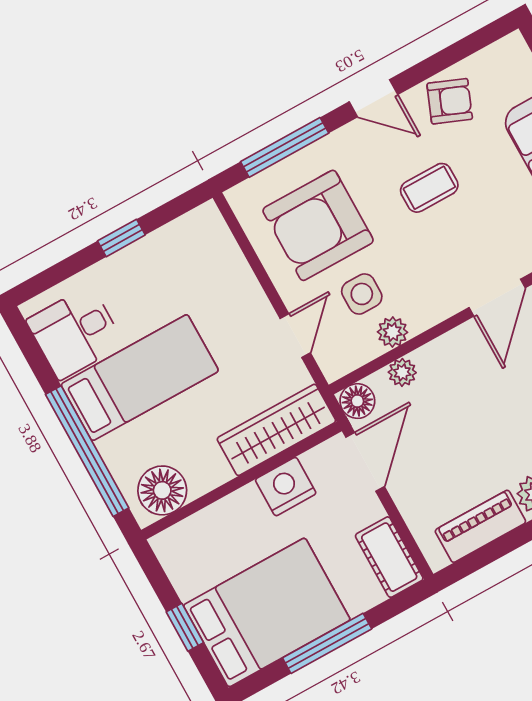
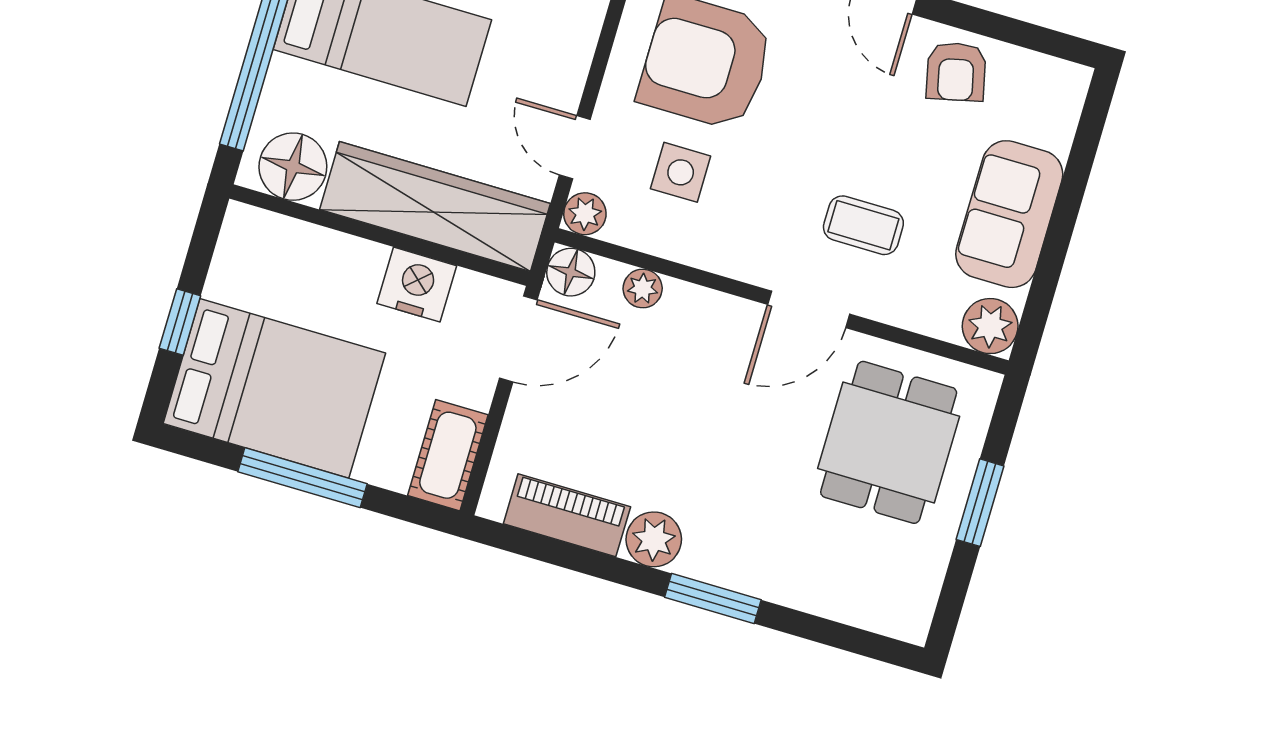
armchair: (450, 101) -> (956, 72), turned 55
coffee table: (429, 188) -> (863, 225), moved
plant: (393, 332) -> (585, 214), moved
door: (295, 336) -> (575, 147), swing flipped
wardrobe: (276, 430) -> (435, 207), width x1.40, depth x1.17

